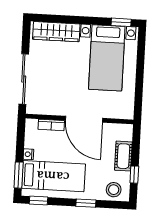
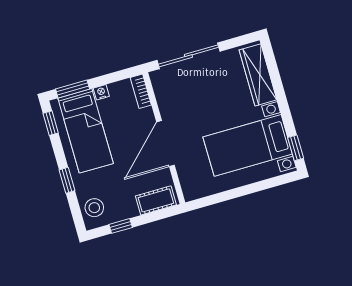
bookcase: (51, 125) -> (141, 91), moved
cot: (123, 156) -> (156, 200), moved

